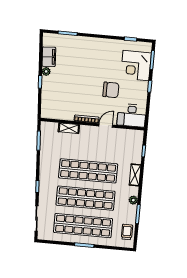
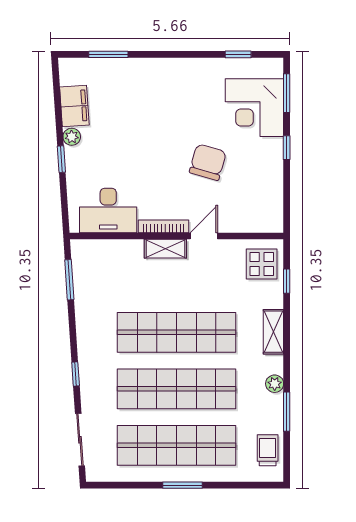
chair: (111, 90) -> (208, 162), turned -74
desk: (132, 115) -> (108, 210), moved
shelving: (69, 128) -> (165, 249), moved
display table: (132, 142) -> (262, 264), added

